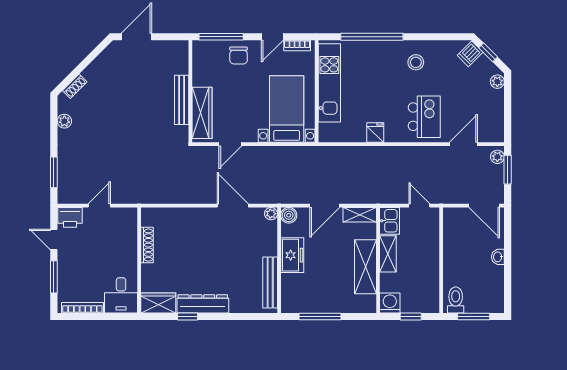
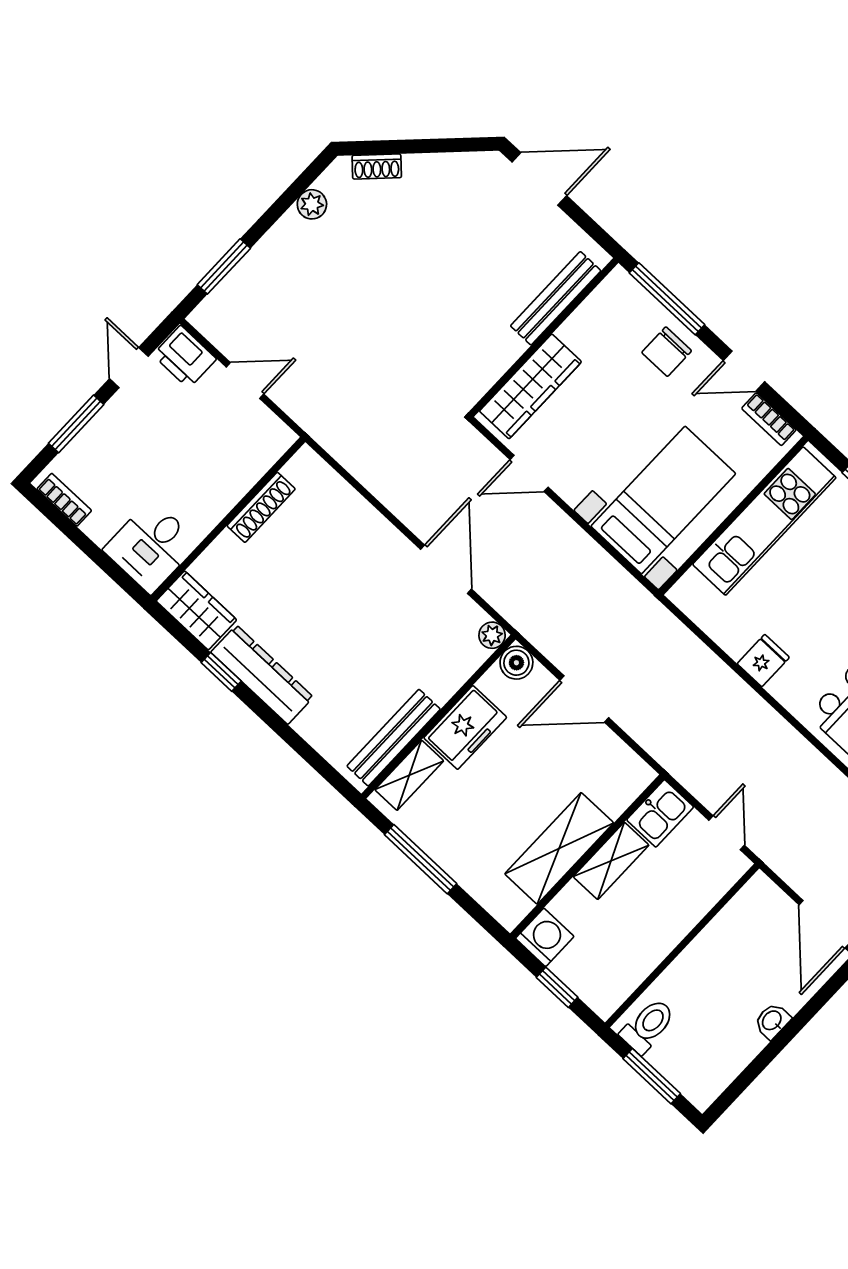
bench: (182, 100) -> (556, 298), moved
shelving: (360, 215) -> (409, 775), moved, turned 90
bookcase: (82, 308) -> (64, 500), width x0.64

